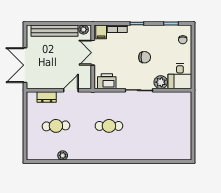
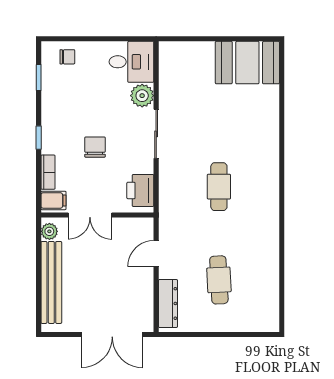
chair: (145, 57) -> (95, 147), moved
door: (71, 90) -> (156, 254), hinge flipped
dresser: (47, 97) -> (168, 303), width x1.44
booth: (180, 142) -> (247, 63), added
plant: (63, 155) -> (271, 268), removed

